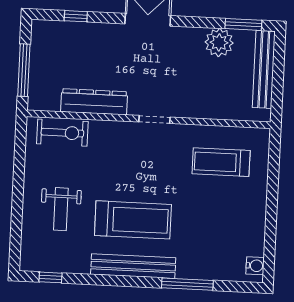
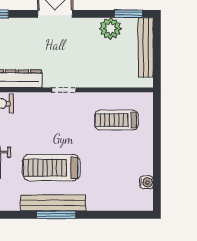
treadmill: (133, 220) -> (51, 168), turned 180
water cooler: (255, 266) -> (146, 182), moved
window: (187, 284) -> (56, 215), moved

